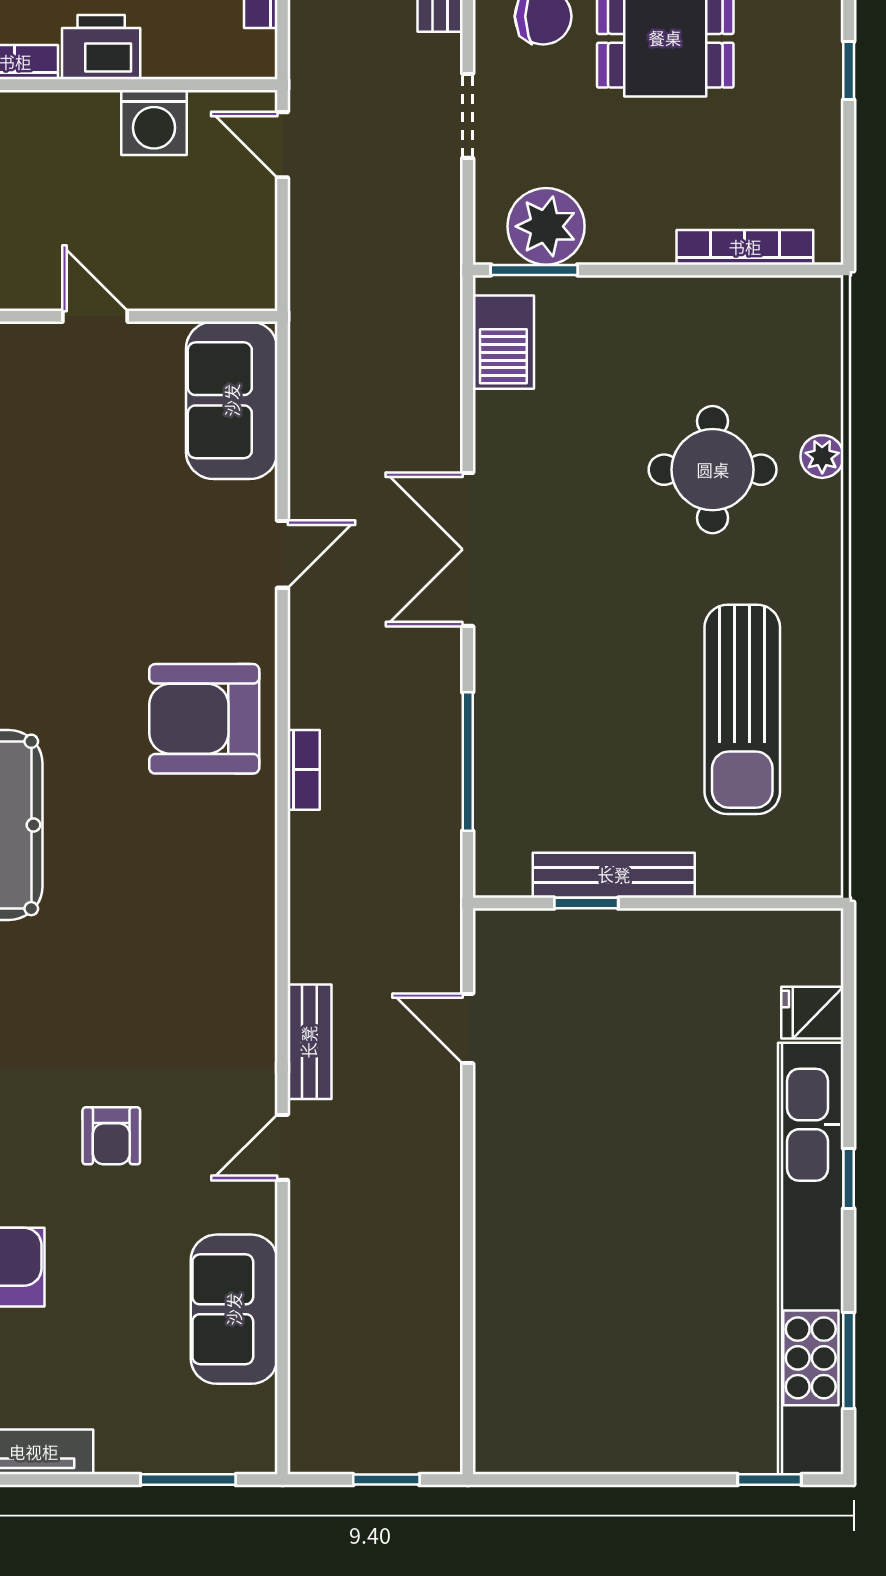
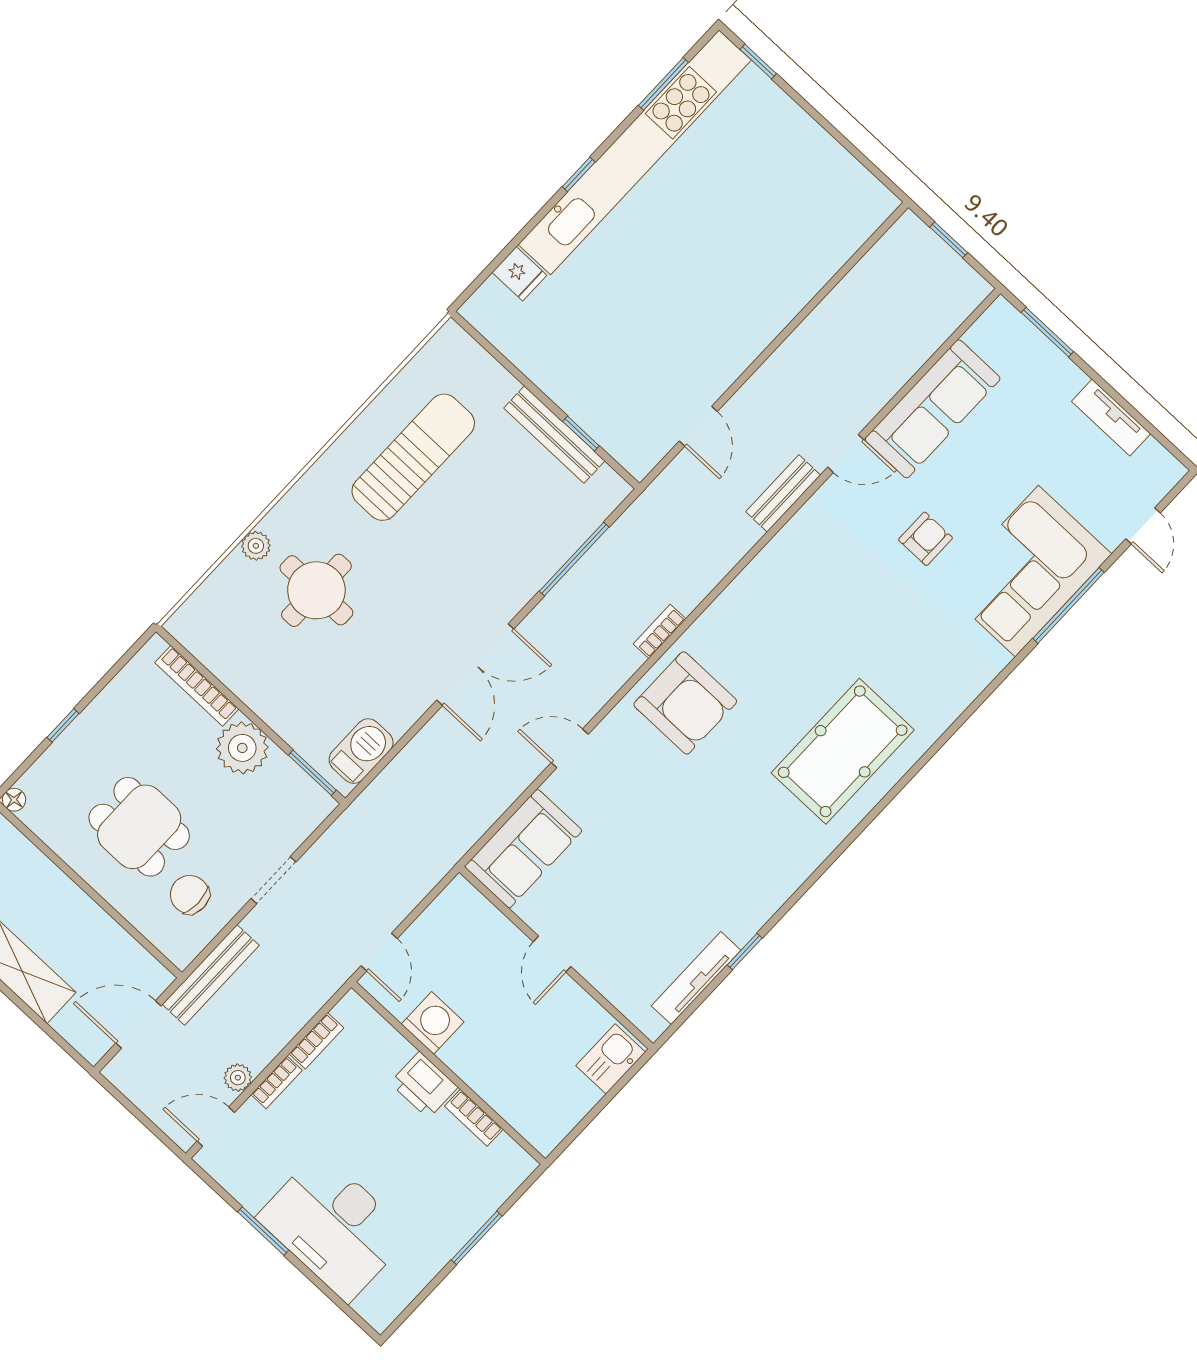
plant: (546, 226) -> (242, 748), moved
sofa: (234, 1309) -> (933, 409), width x1.36

